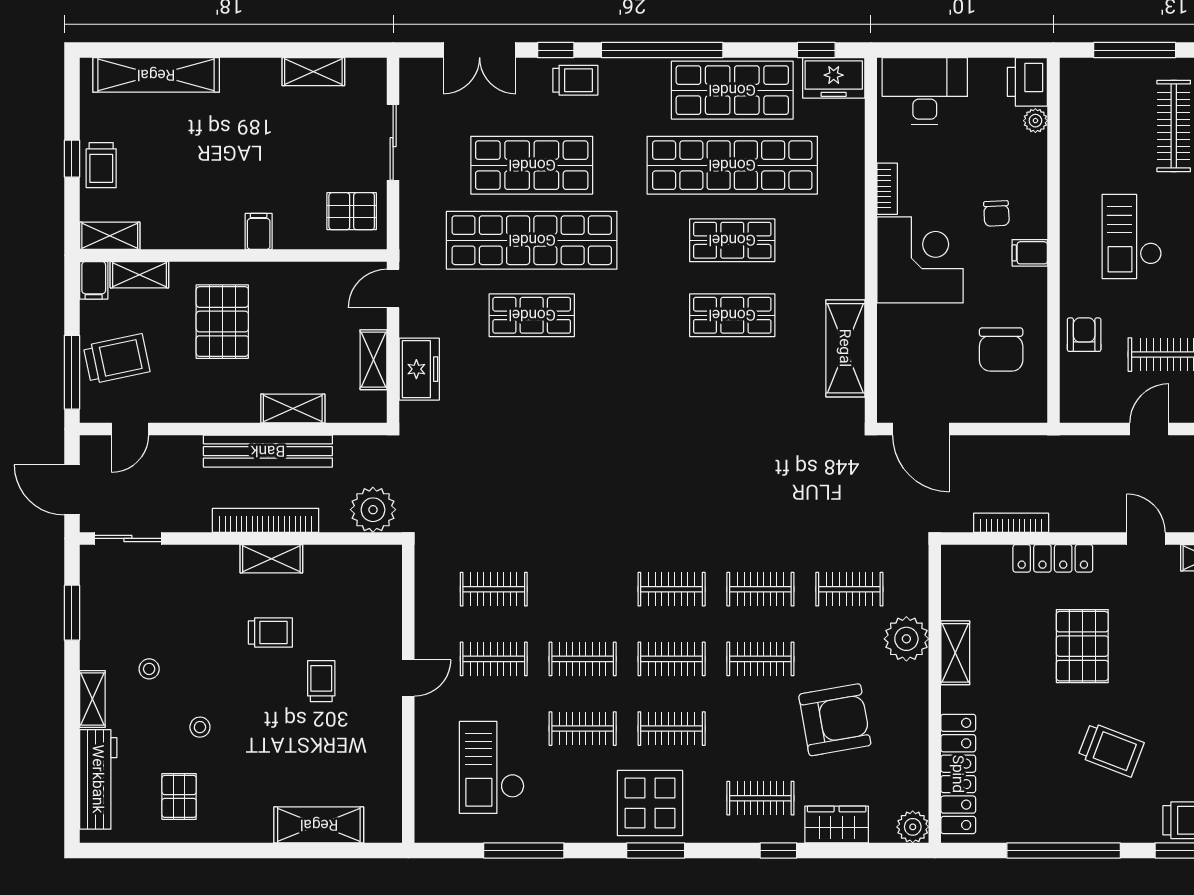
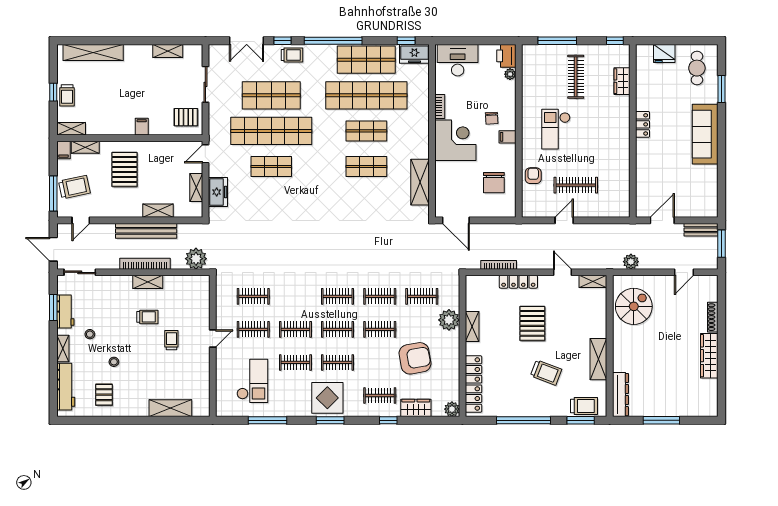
workbench: (98, 621) -> (65, 311), added
checkout: (492, 767) -> (252, 381), turned 180

